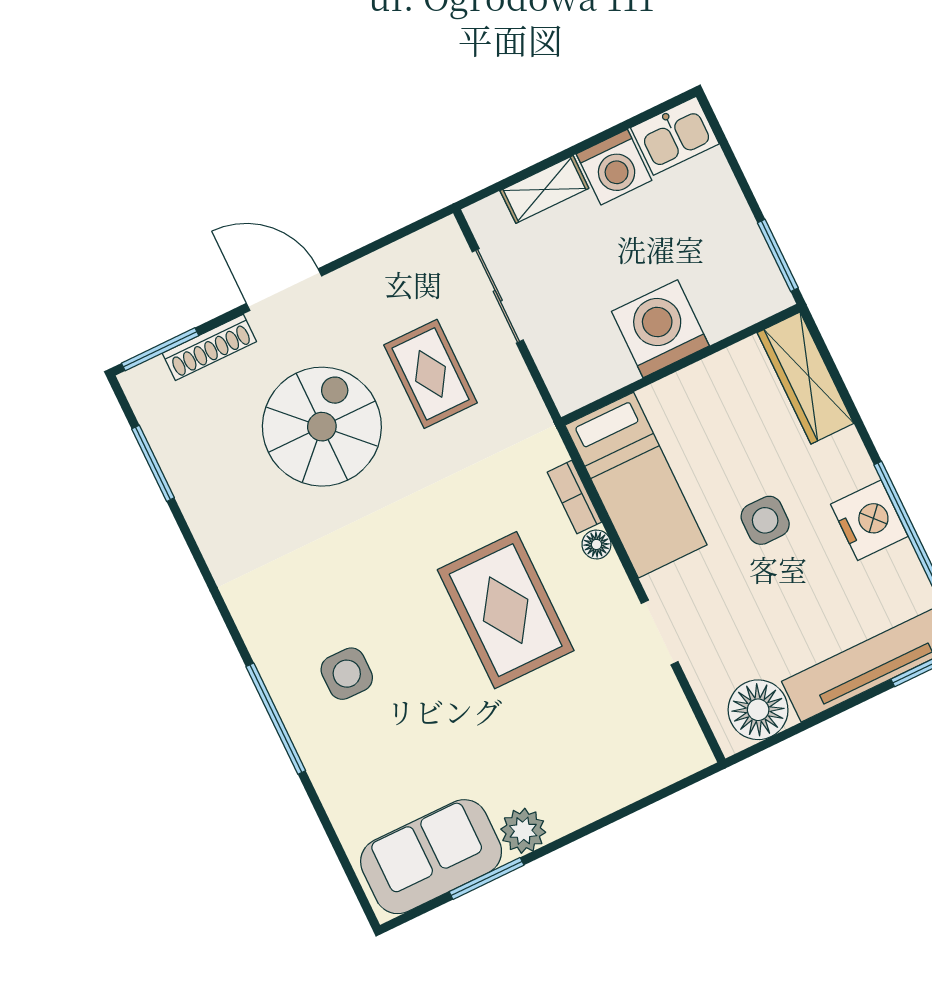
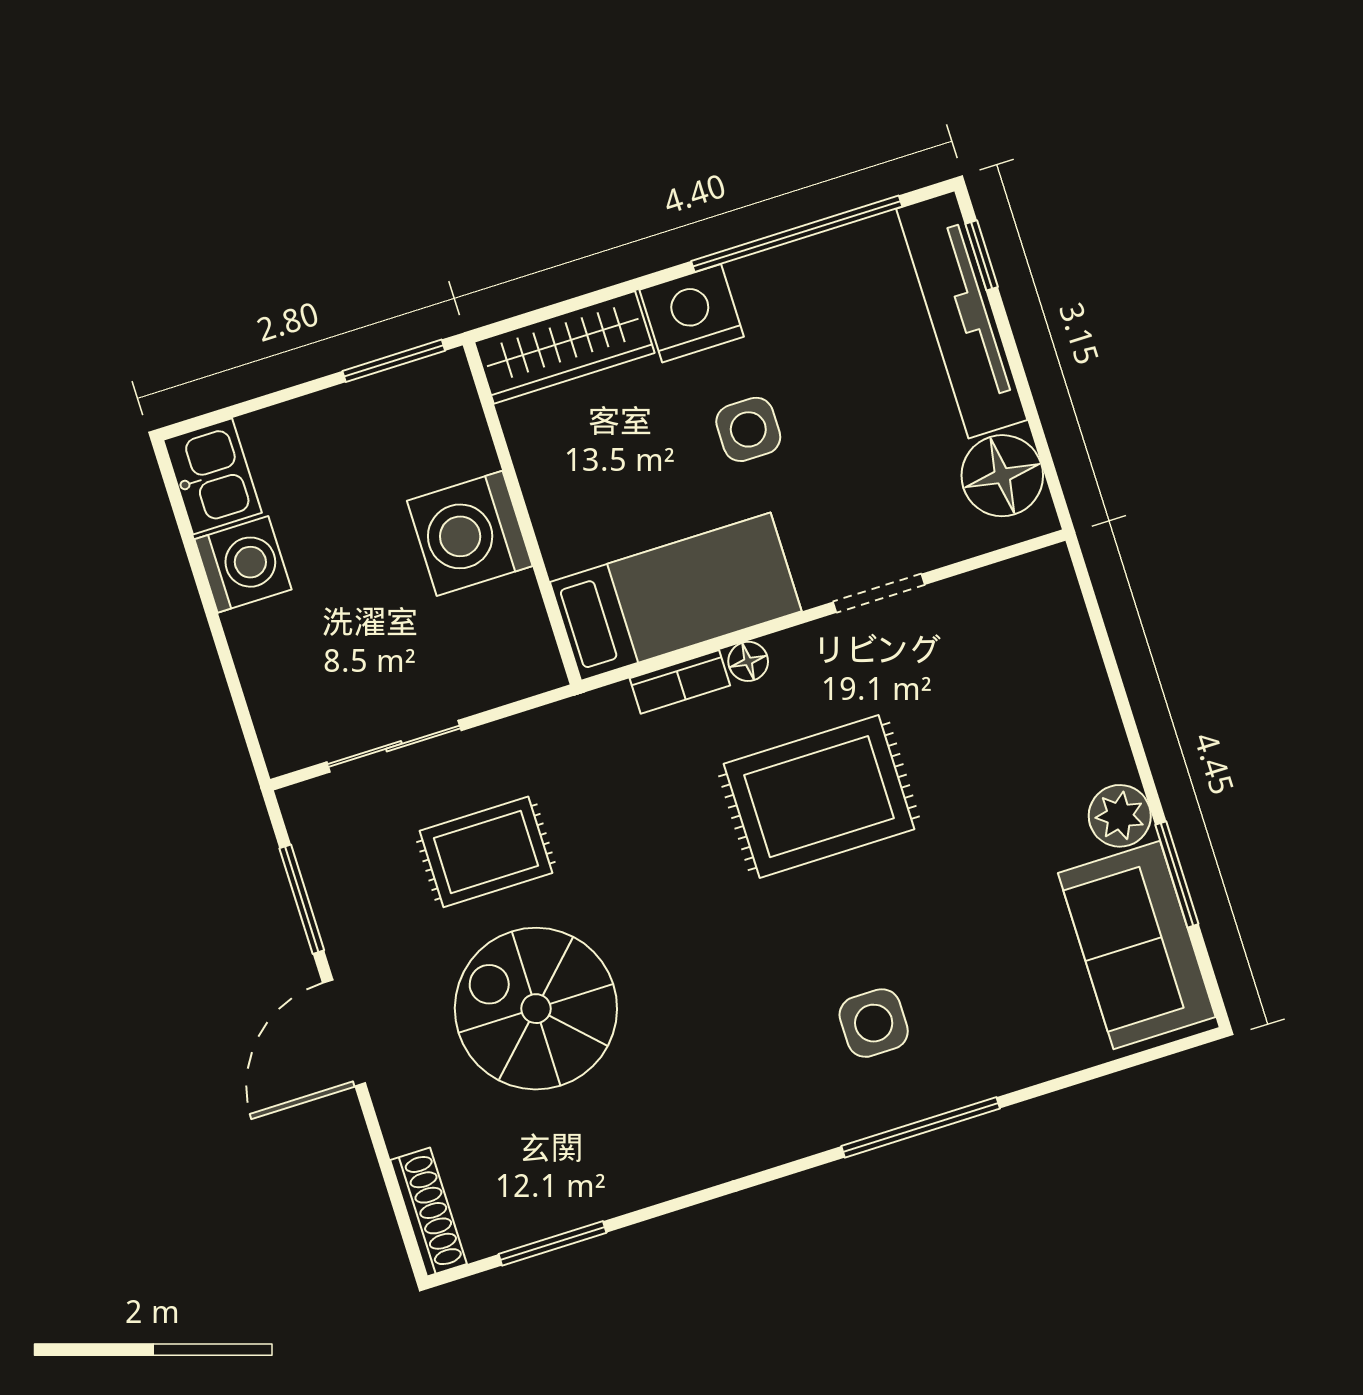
shelving: (544, 189) -> (259, 663), removed
shoe rack: (209, 347) -> (428, 1212), moved
window: (160, 349) -> (302, 899), moved
nightstand: (869, 520) -> (692, 313), moved

